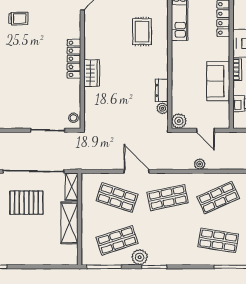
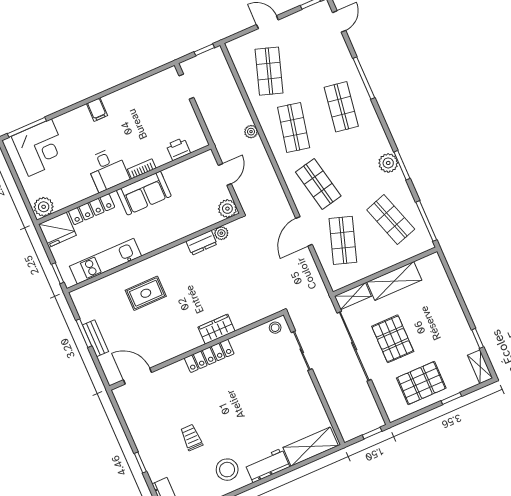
sofa: (218, 81) -> (144, 193), moved
plant: (200, 164) -> (251, 132), moved
shop shelf: (218, 198) -> (294, 128), turned 36
plant: (140, 257) -> (388, 163), moved

